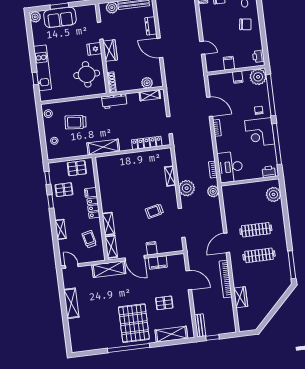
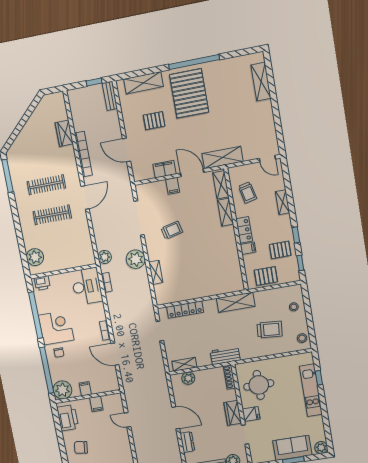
printer: (258, 56) -> (68, 418), width x1.87, depth x1.48
shelving: (71, 303) -> (261, 82), moved

